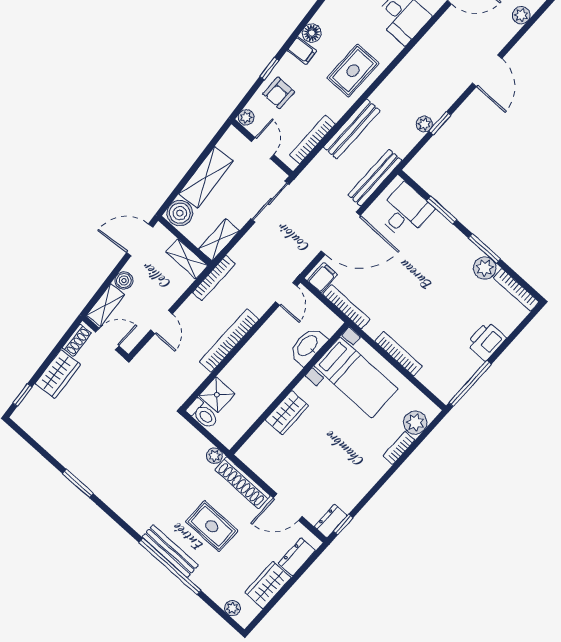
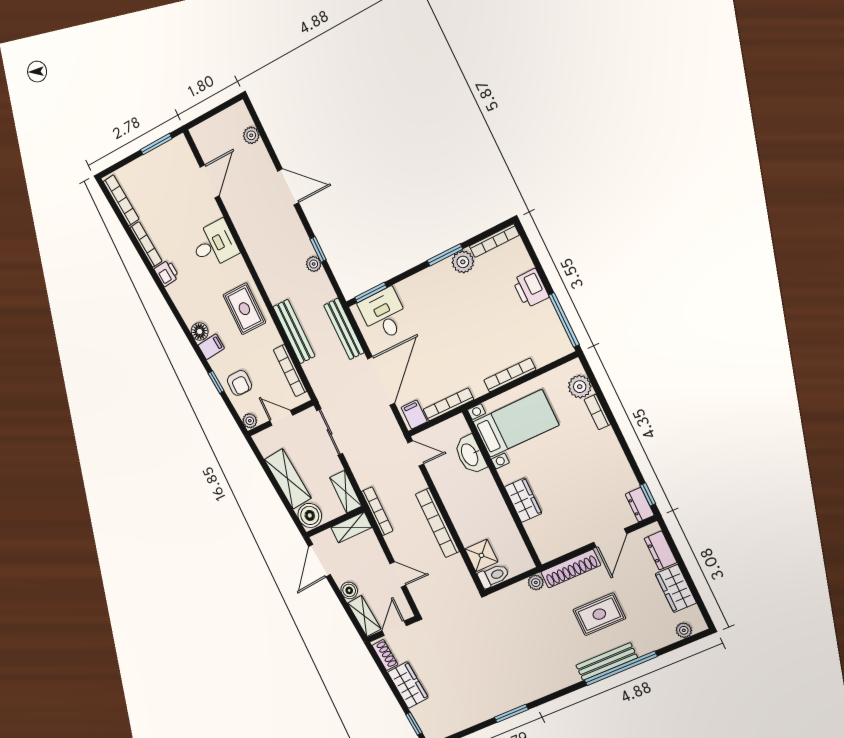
window: (442, 210) -> (371, 293), moved

